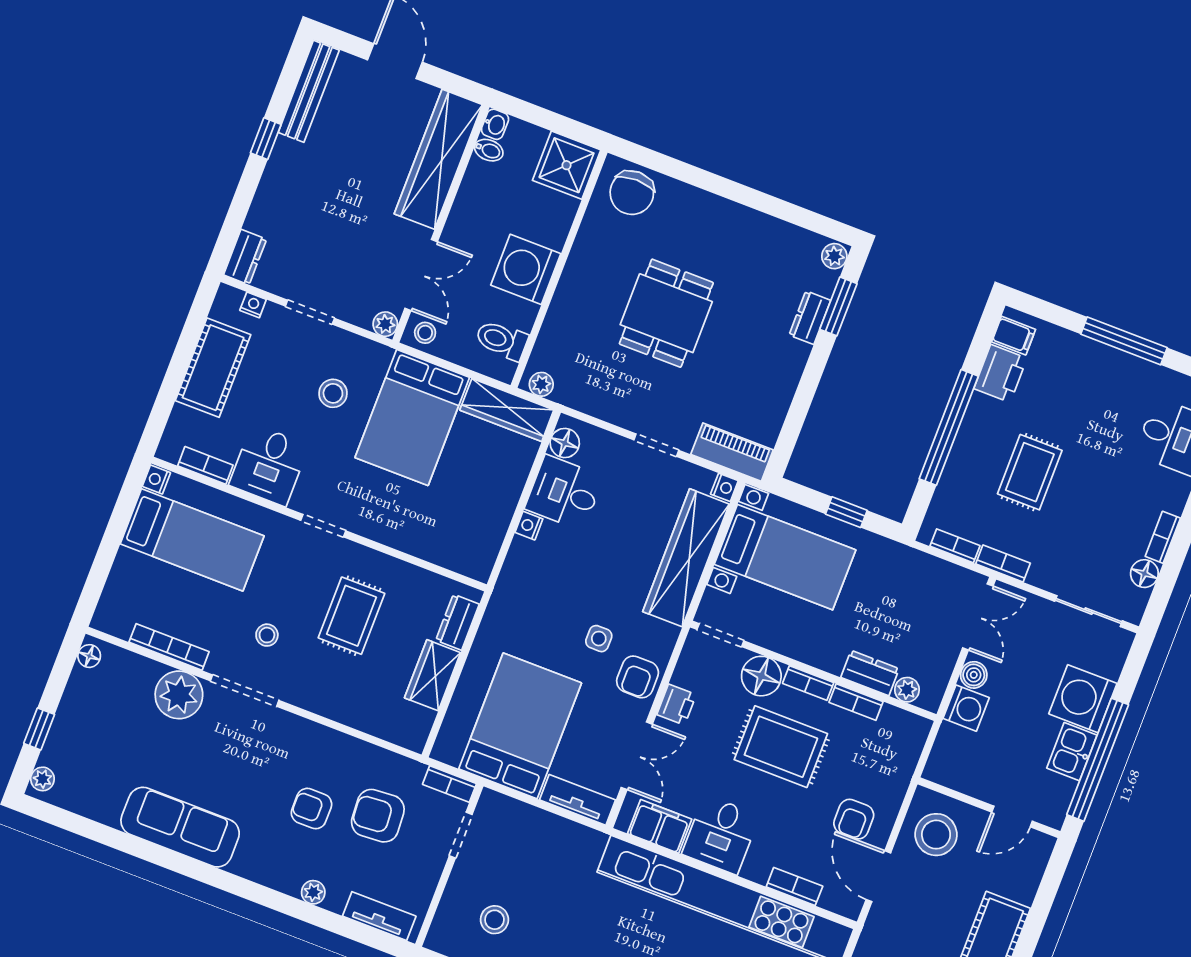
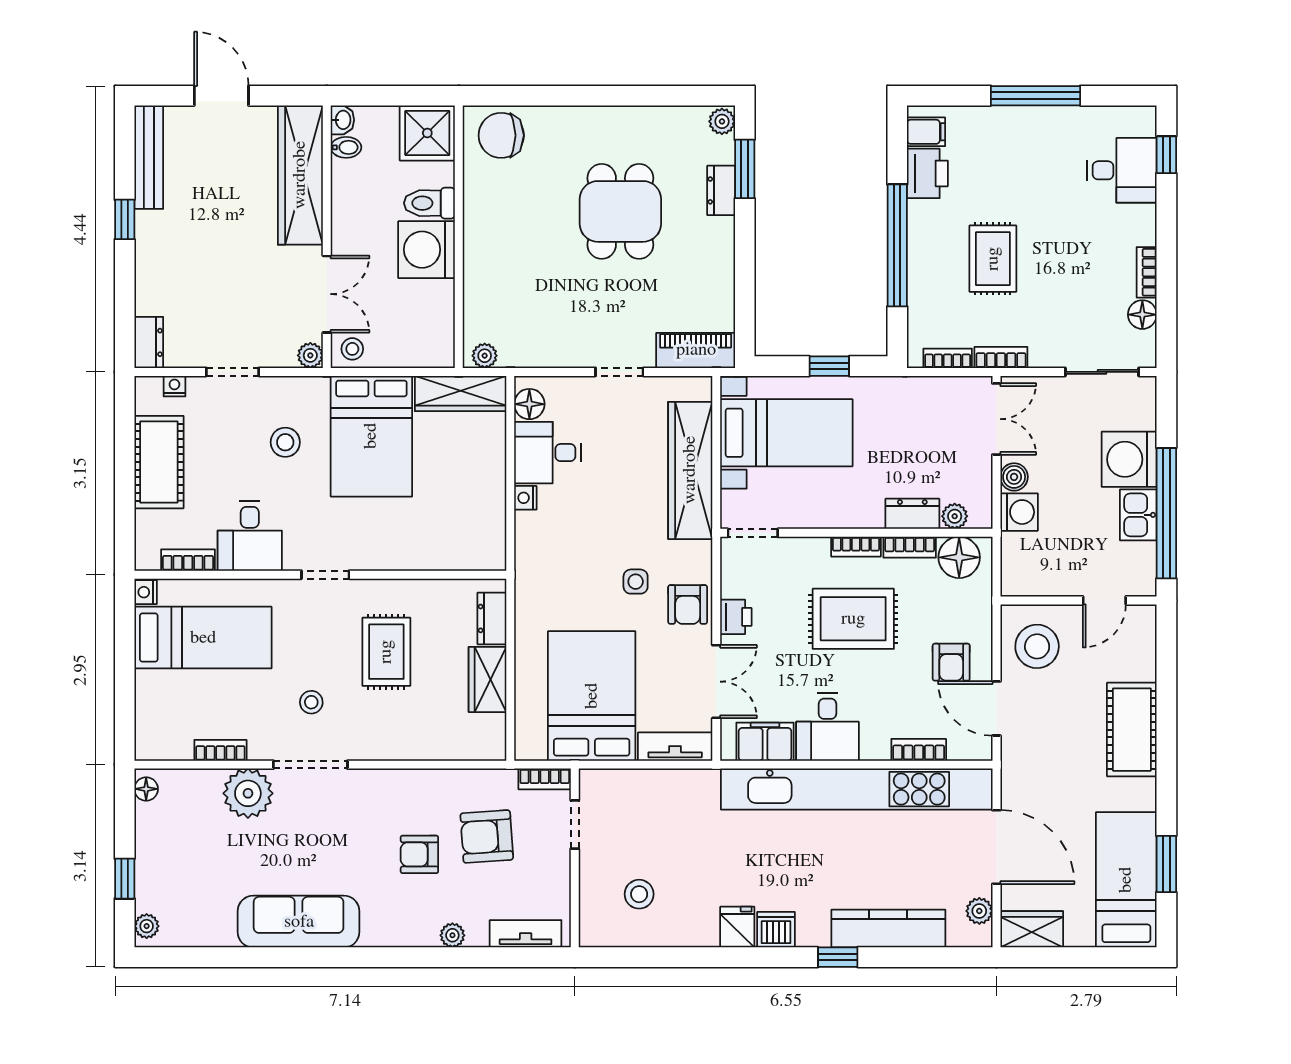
chair: (632, 193) -> (501, 135), turned 90
dining table: (666, 313) -> (620, 211), moved
toilet: (502, 340) -> (429, 203), moved
nightstand: (724, 487) -> (701, 388), removed
bookcase: (169, 647) -> (220, 750), width x0.64
floor lamp: (761, 676) -> (959, 557), moved

